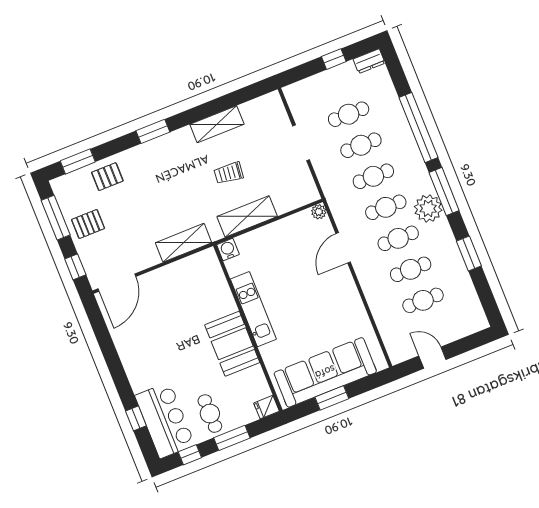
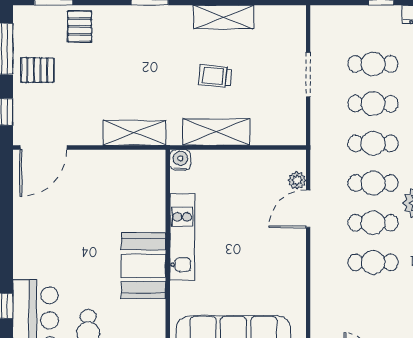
pallet: (107, 177) -> (80, 26), turned 90
plant: (319, 212) -> (297, 180), moved
cafe table: (423, 300) -> (373, 302), removed

